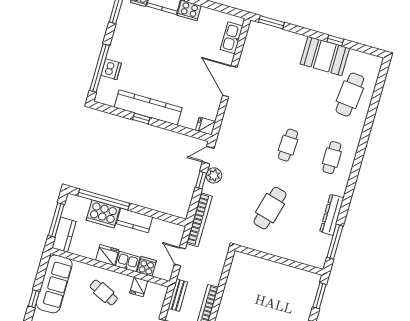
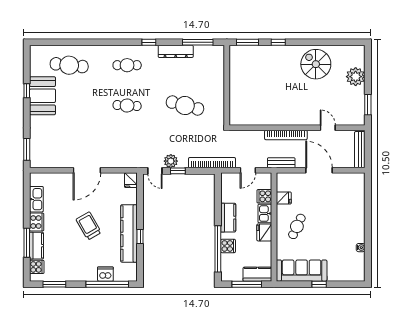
kitchen sink: (232, 38) -> (36, 199), moved, turned -90
trolley: (169, 66) -> (89, 226), added
window: (350, 189) -> (149, 42), added
cooker: (103, 214) -> (228, 246), width x0.53, depth x0.76

